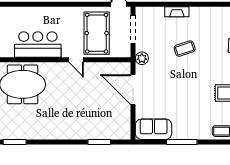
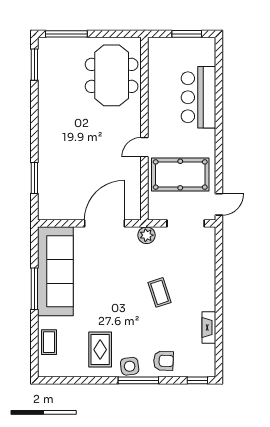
fireplace: (177, 12) -> (209, 327), moved
bar counter: (38, 45) -> (199, 97), moved, turned 180
sofa: (154, 129) -> (55, 271), width x1.85, depth x1.27

